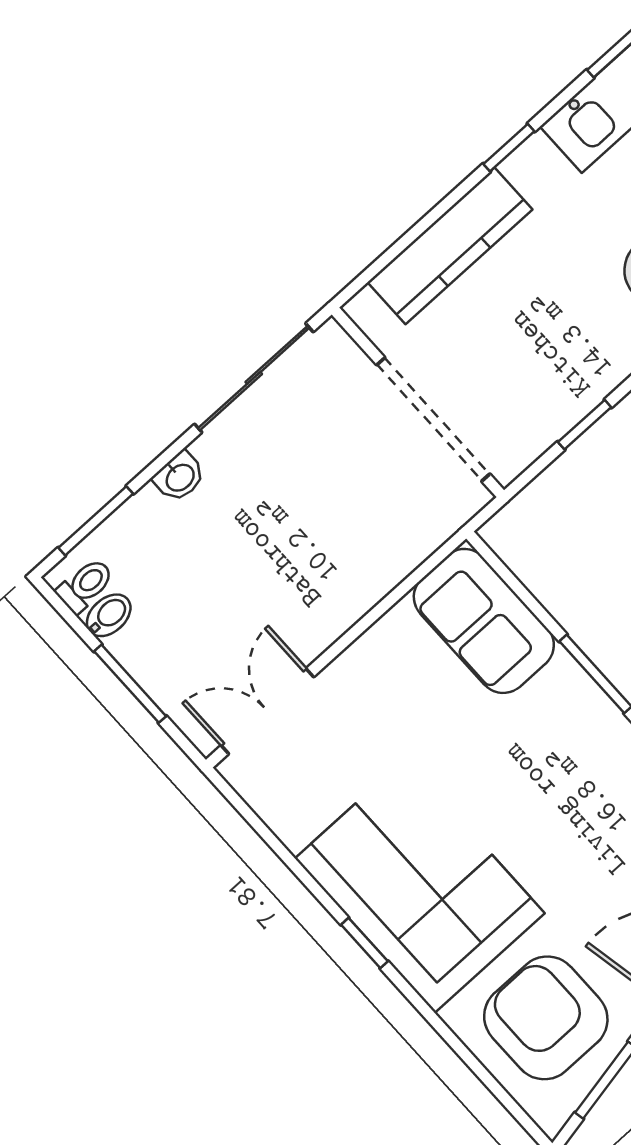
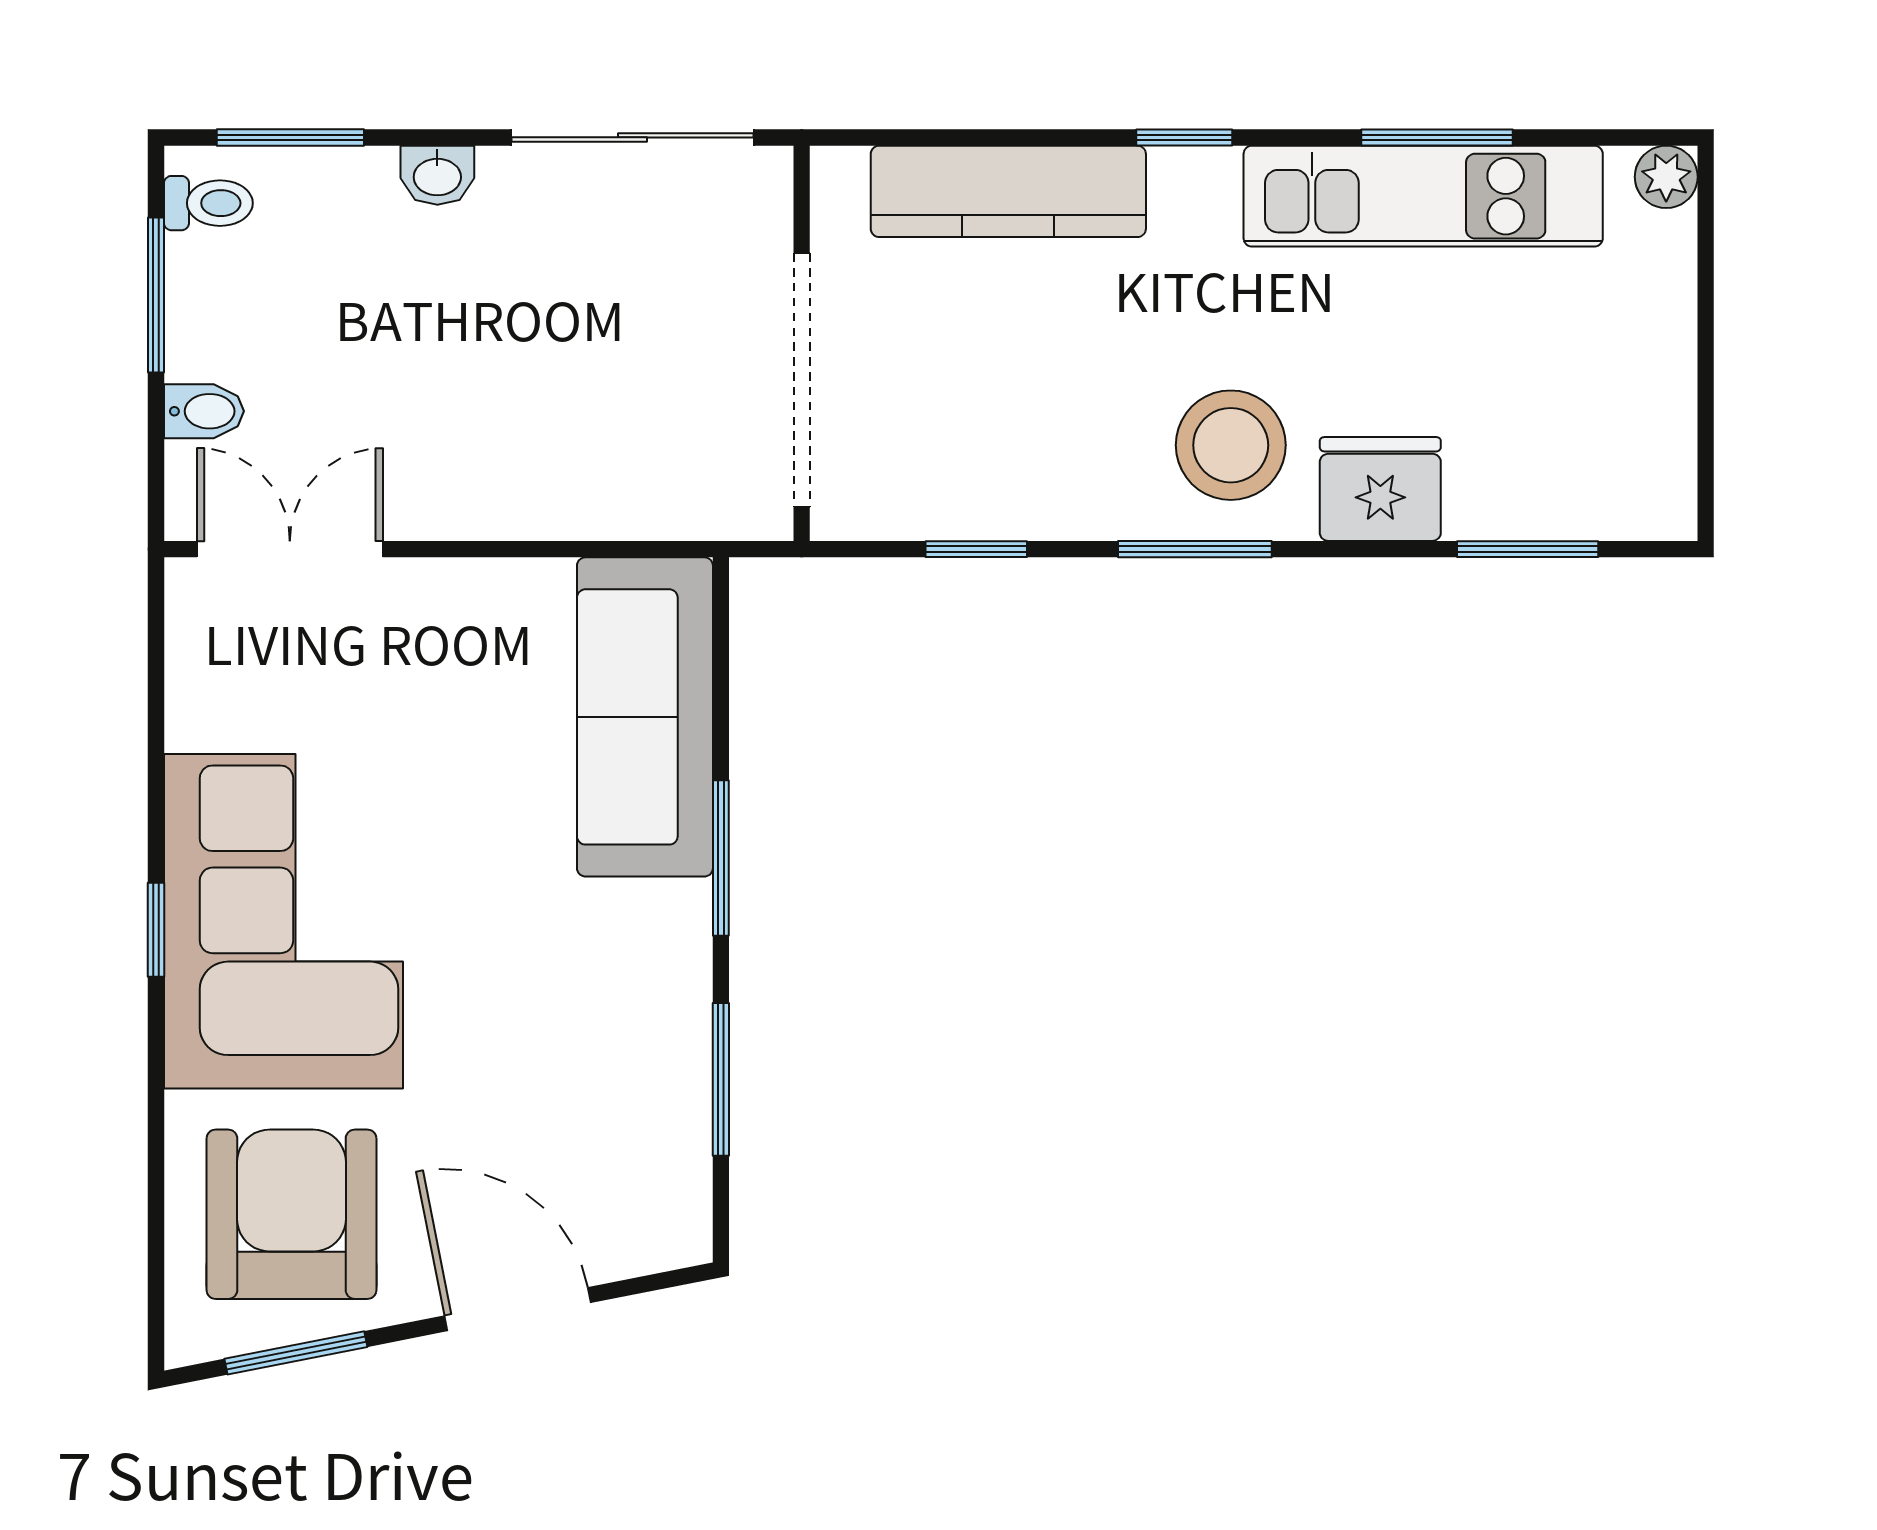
bidet: (109, 615) -> (204, 411), moved
sofa: (484, 621) -> (645, 717), width x1.36
window: (130, 684) -> (156, 295), moved

